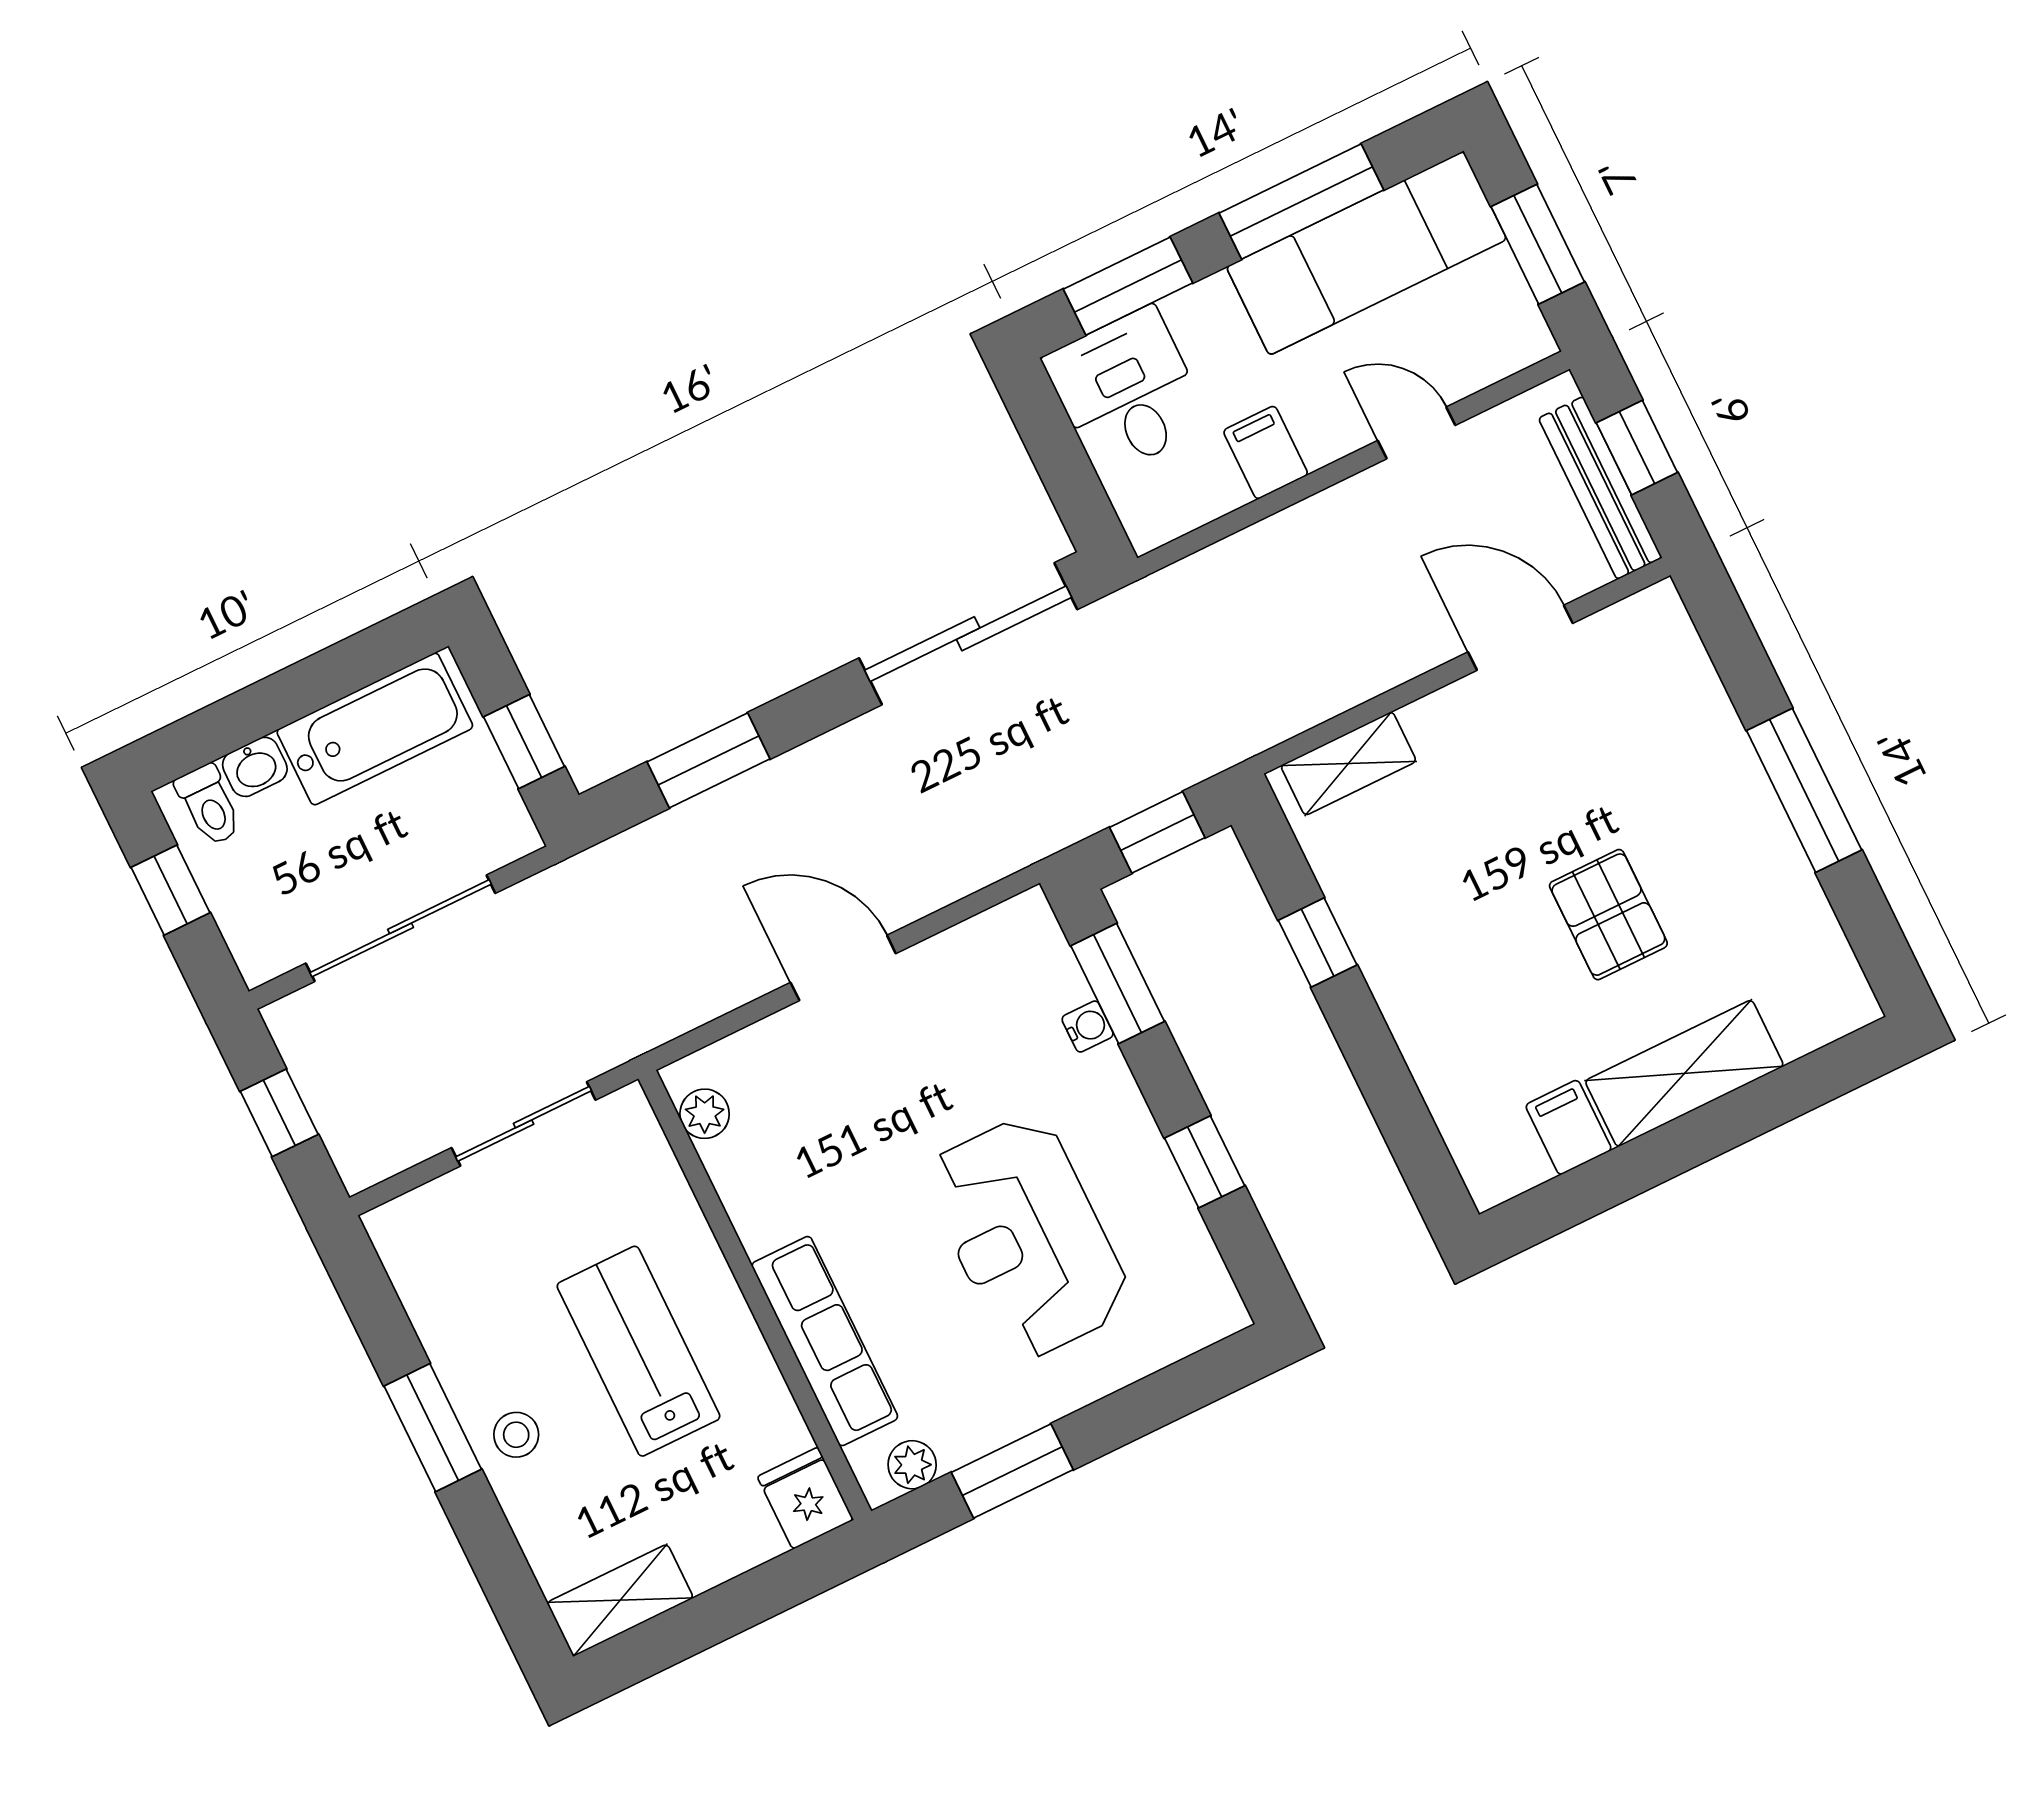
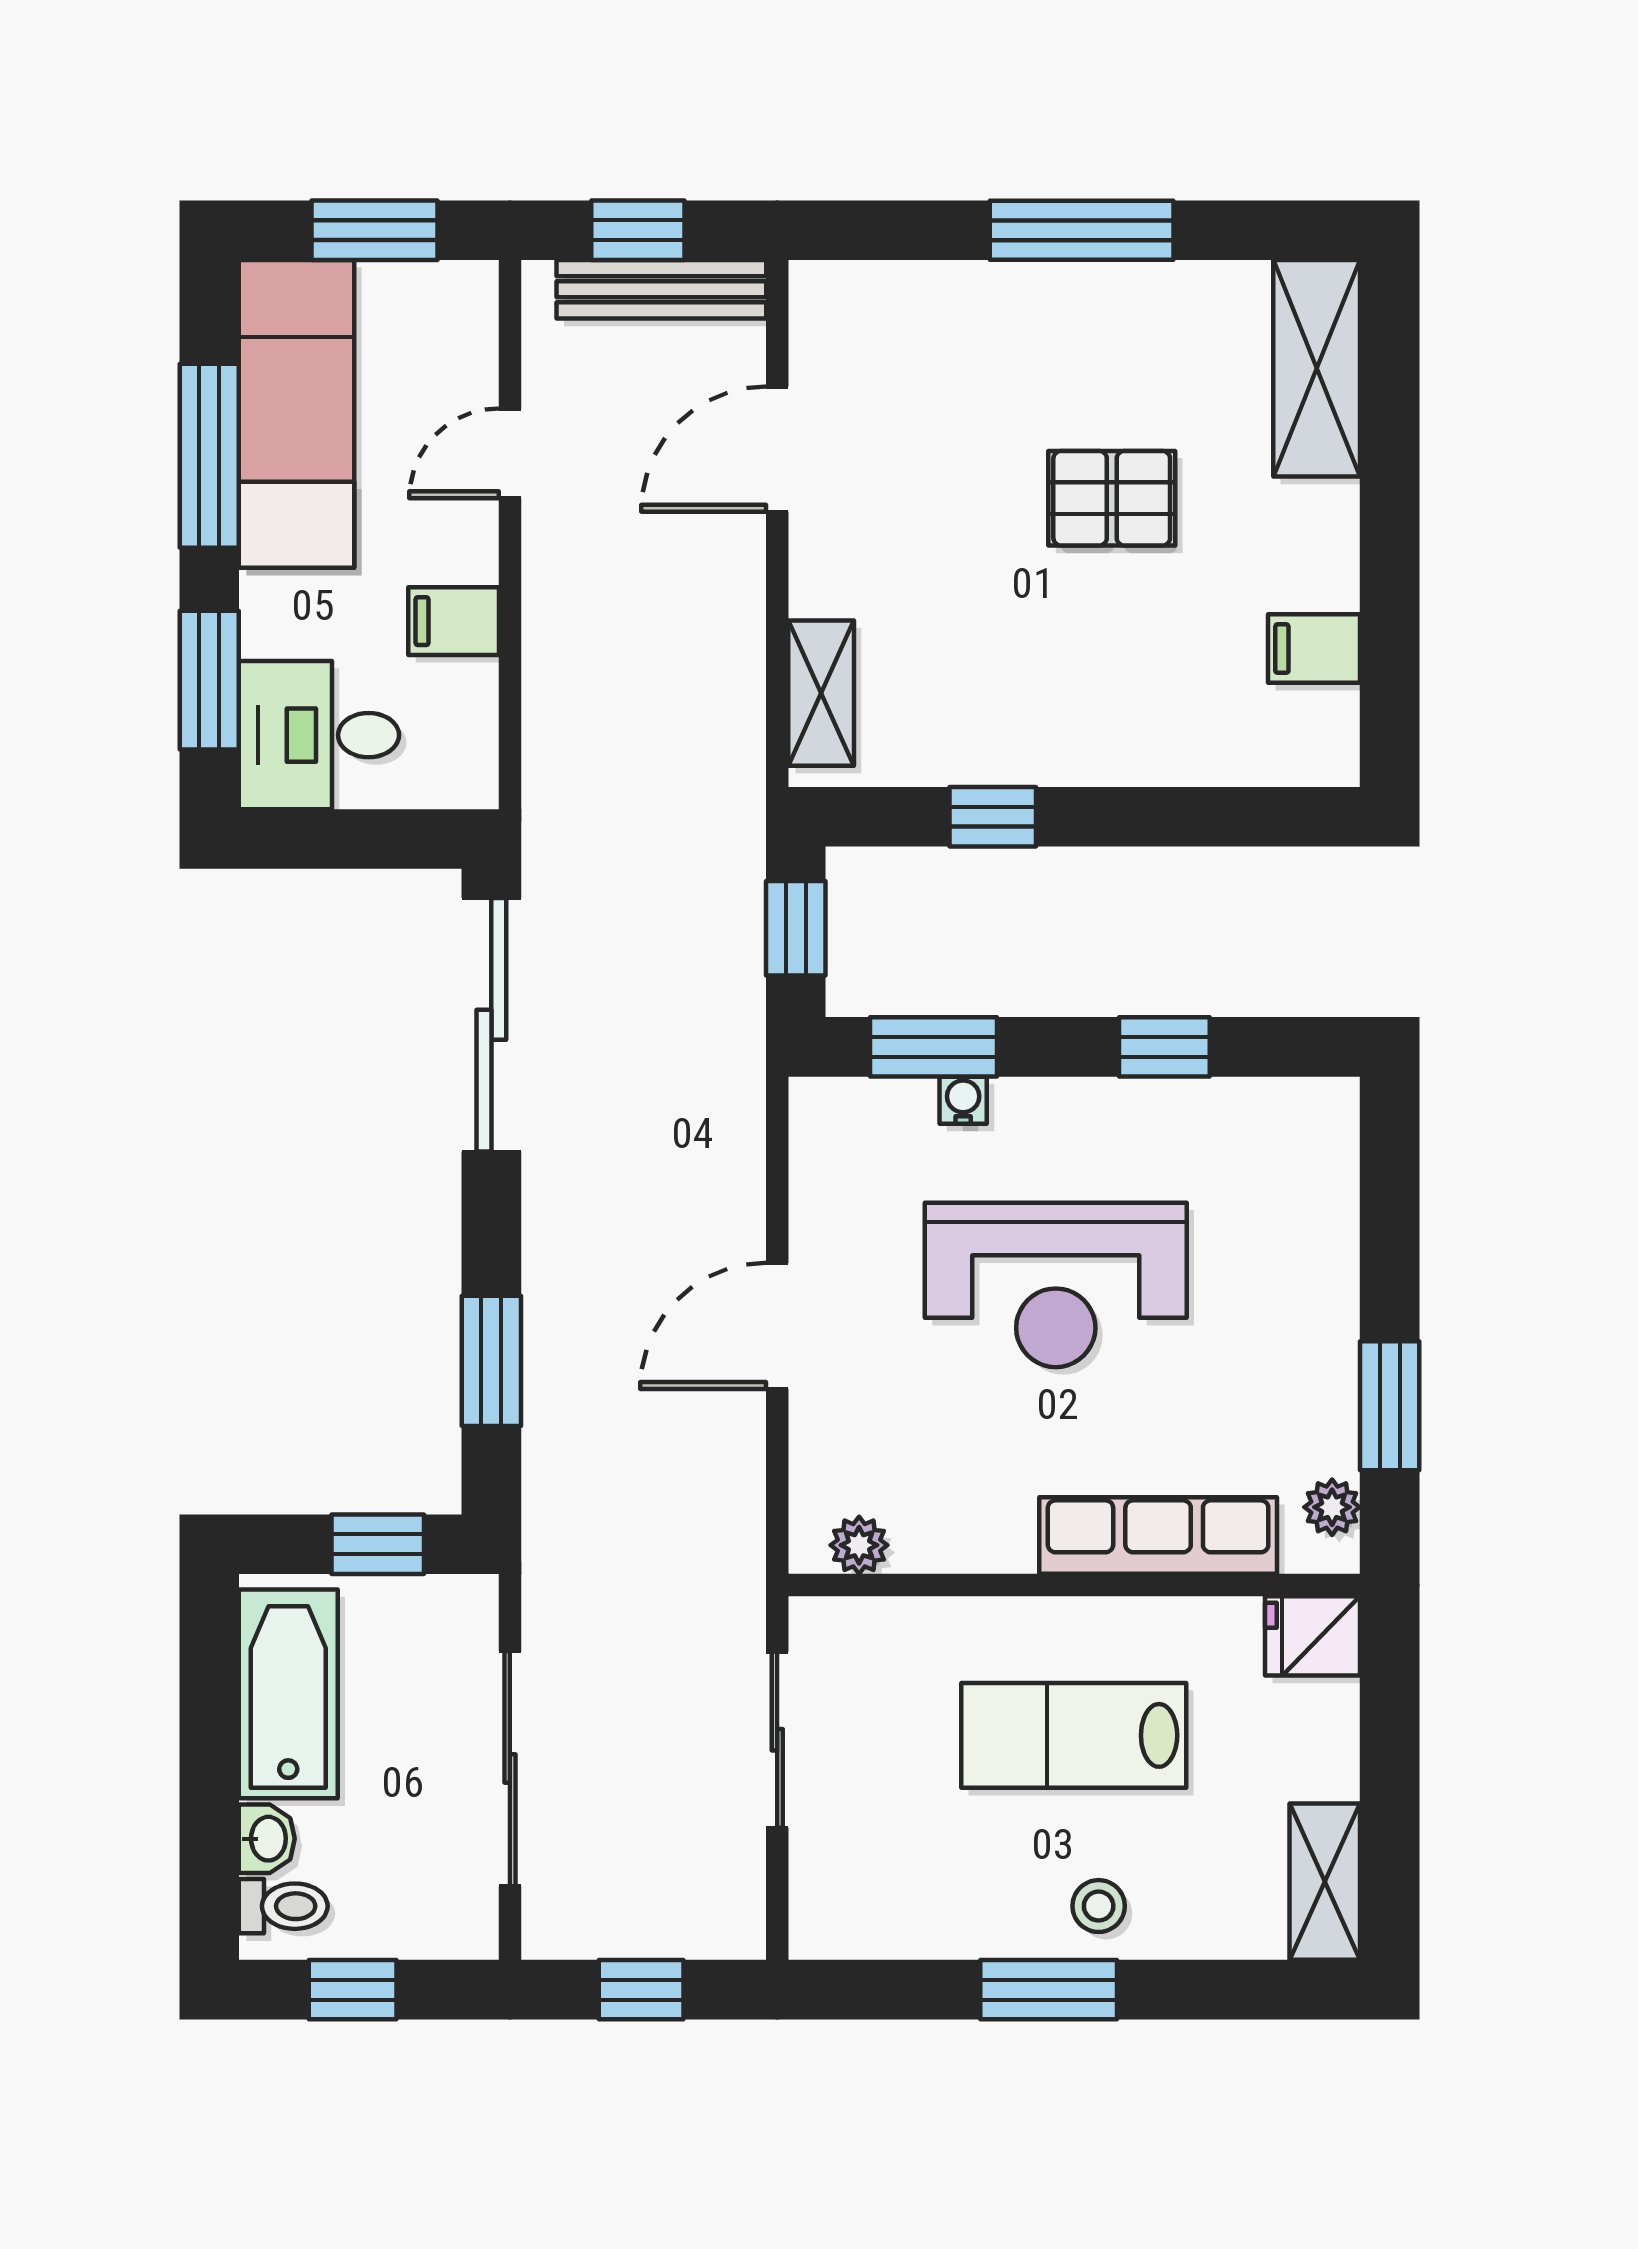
shelving: (1684, 1073) -> (1317, 368), moved
reception desk: (1027, 1237) -> (1056, 1285), moved

